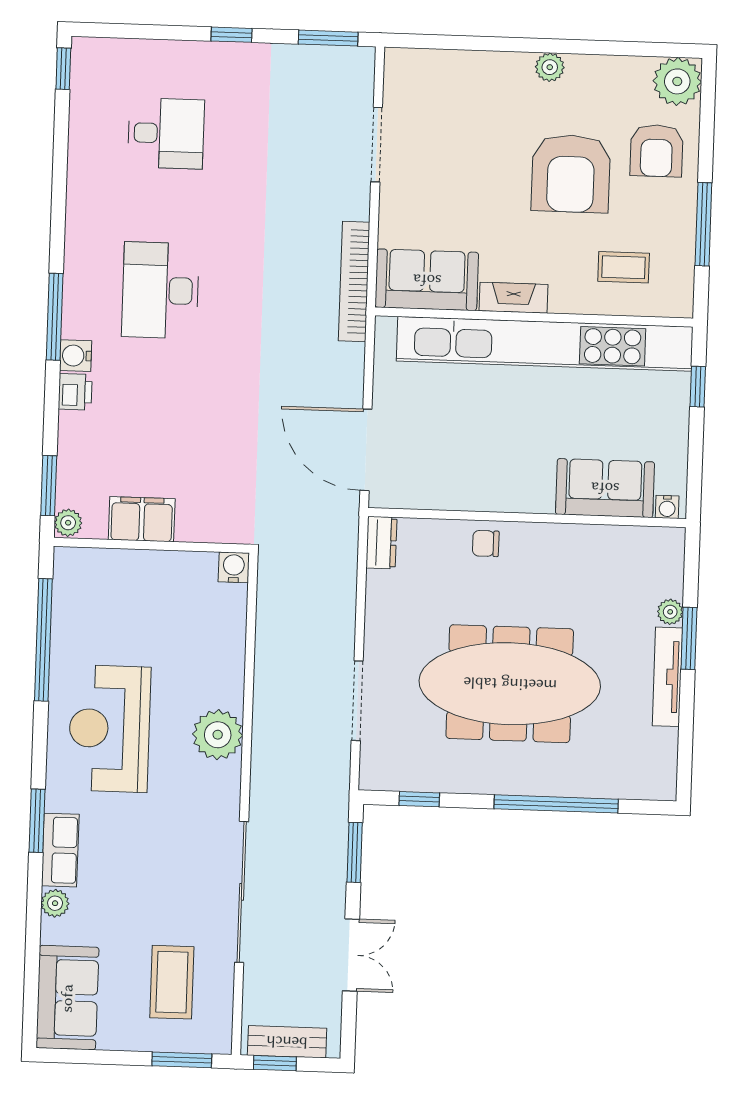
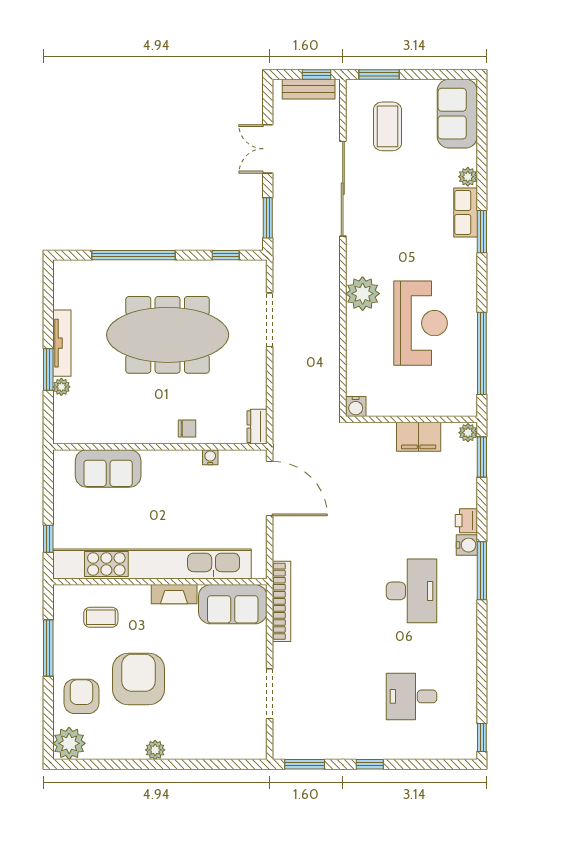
water cooler: (667, 507) -> (210, 457), moved
reception desk: (109, 729) -> (421, 323), moved

